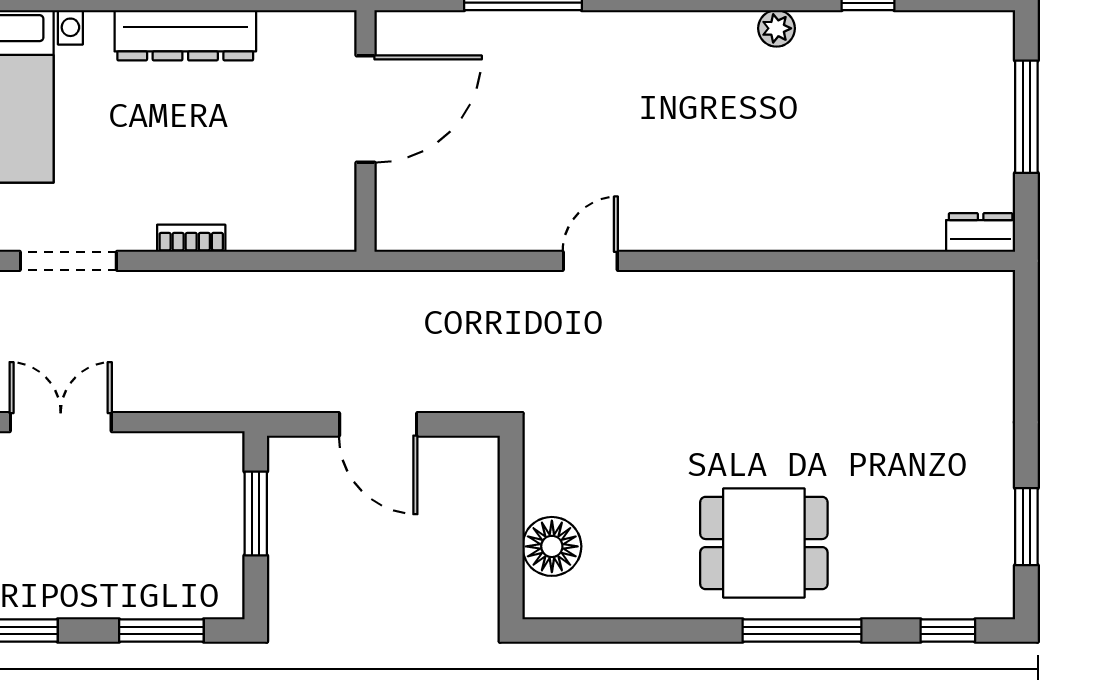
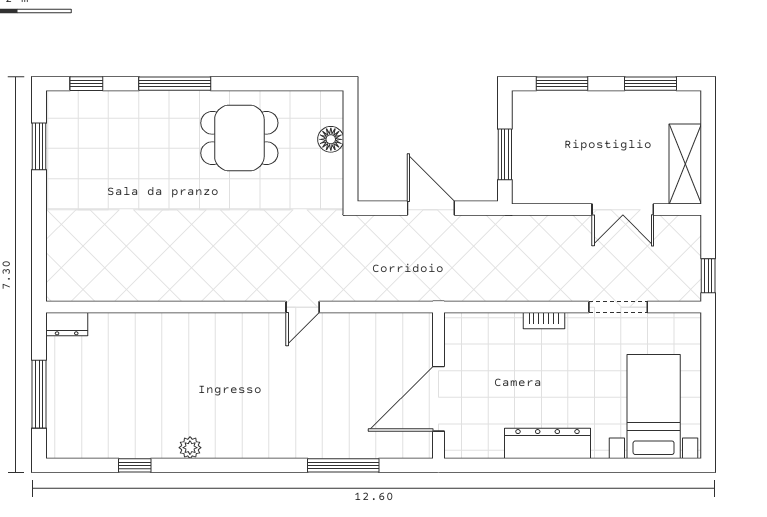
dining table: (764, 543) -> (239, 138), moved
floor lamp: (552, 546) -> (331, 139), width x0.73, depth x0.73

